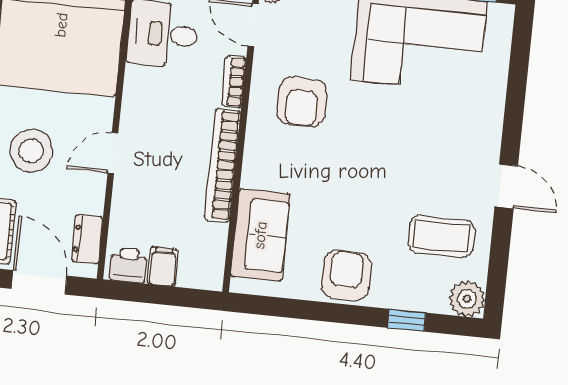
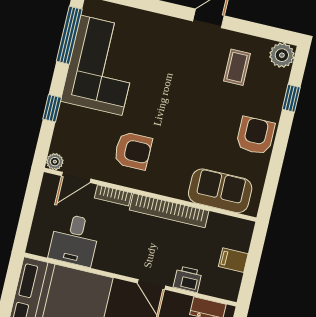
coffee table: (441, 236) -> (237, 67), width x0.73, depth x0.77
printer: (128, 266) -> (188, 279), moved, turned 90
armchair: (346, 275) -> (255, 136), turned 90

